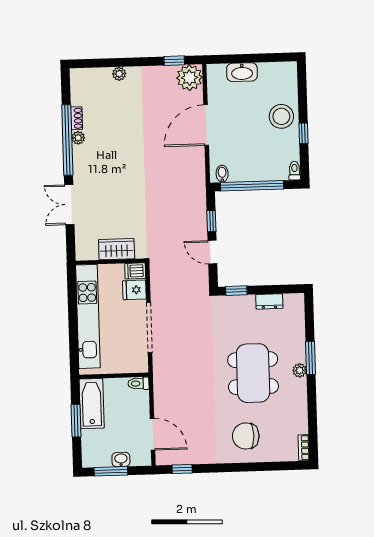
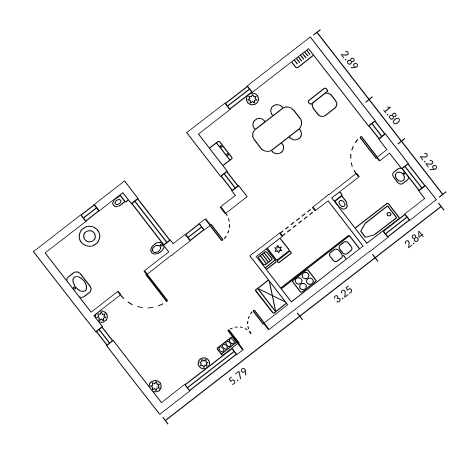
plant: (119, 74) -> (155, 386), moved
plant: (189, 78) -> (101, 317), width x0.53, depth x0.53
shoe rack: (77, 118) -> (227, 346), moved
double door: (69, 205) -> (253, 336), swing flipped
wardrobe: (117, 249) -> (271, 297), moved

